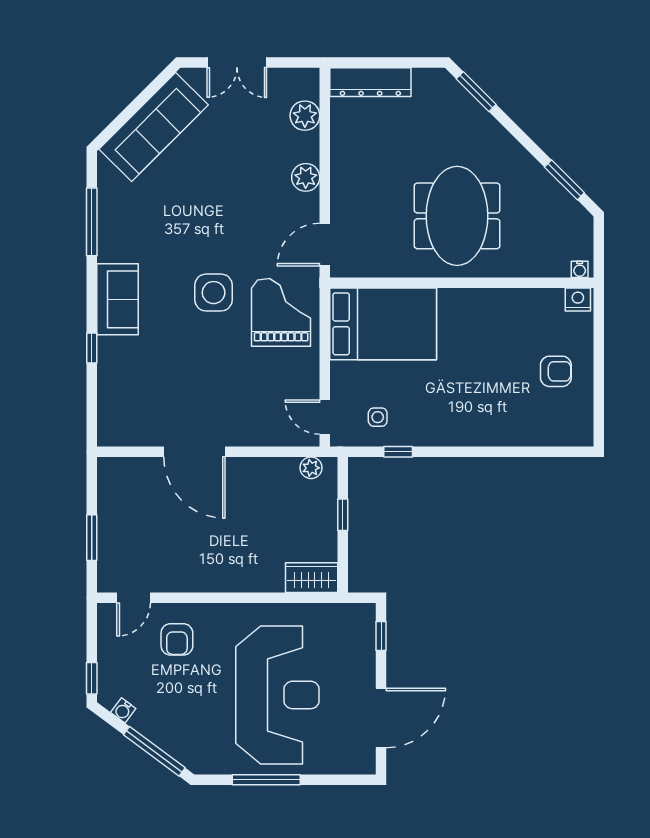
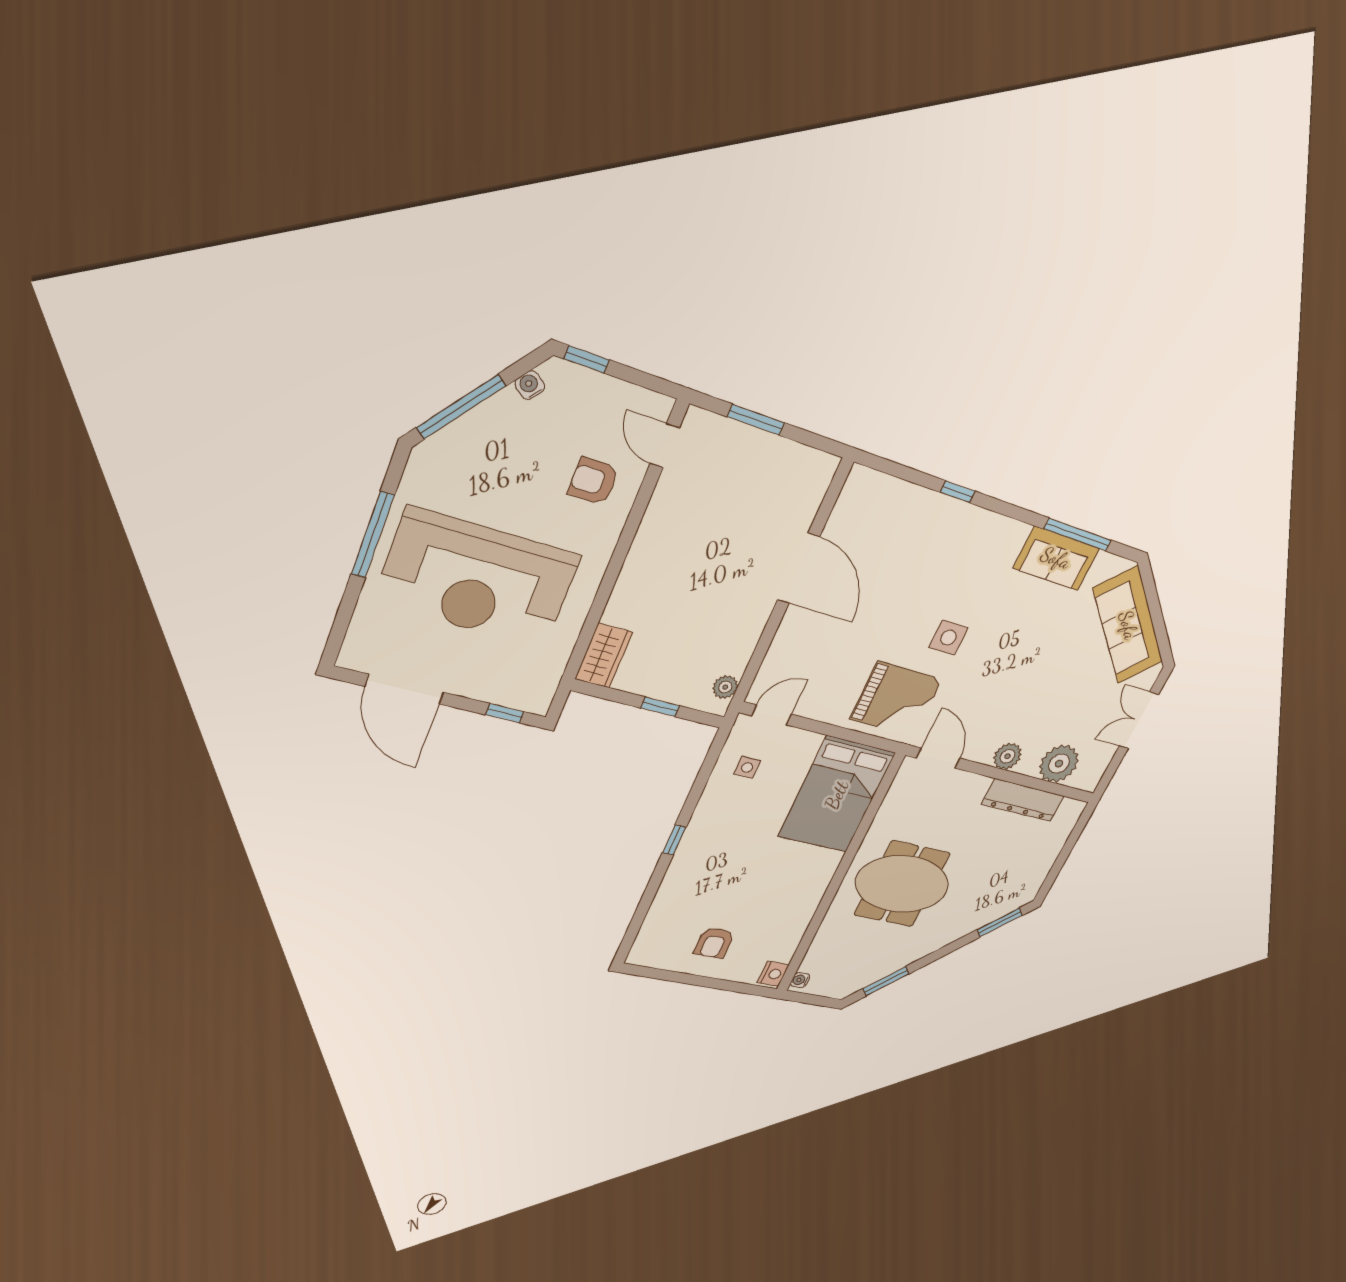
dresser: (370, 82) -> (1023, 800), moved, turned -90
plant: (305, 116) -> (1059, 764), width x1.36, depth x1.36
side table: (214, 293) -> (949, 638), width x0.73, depth x0.73
sofa: (117, 299) -> (1056, 558), moved
door: (194, 452) -> (798, 568), swing flipped
window: (398, 452) -> (674, 840), moved

